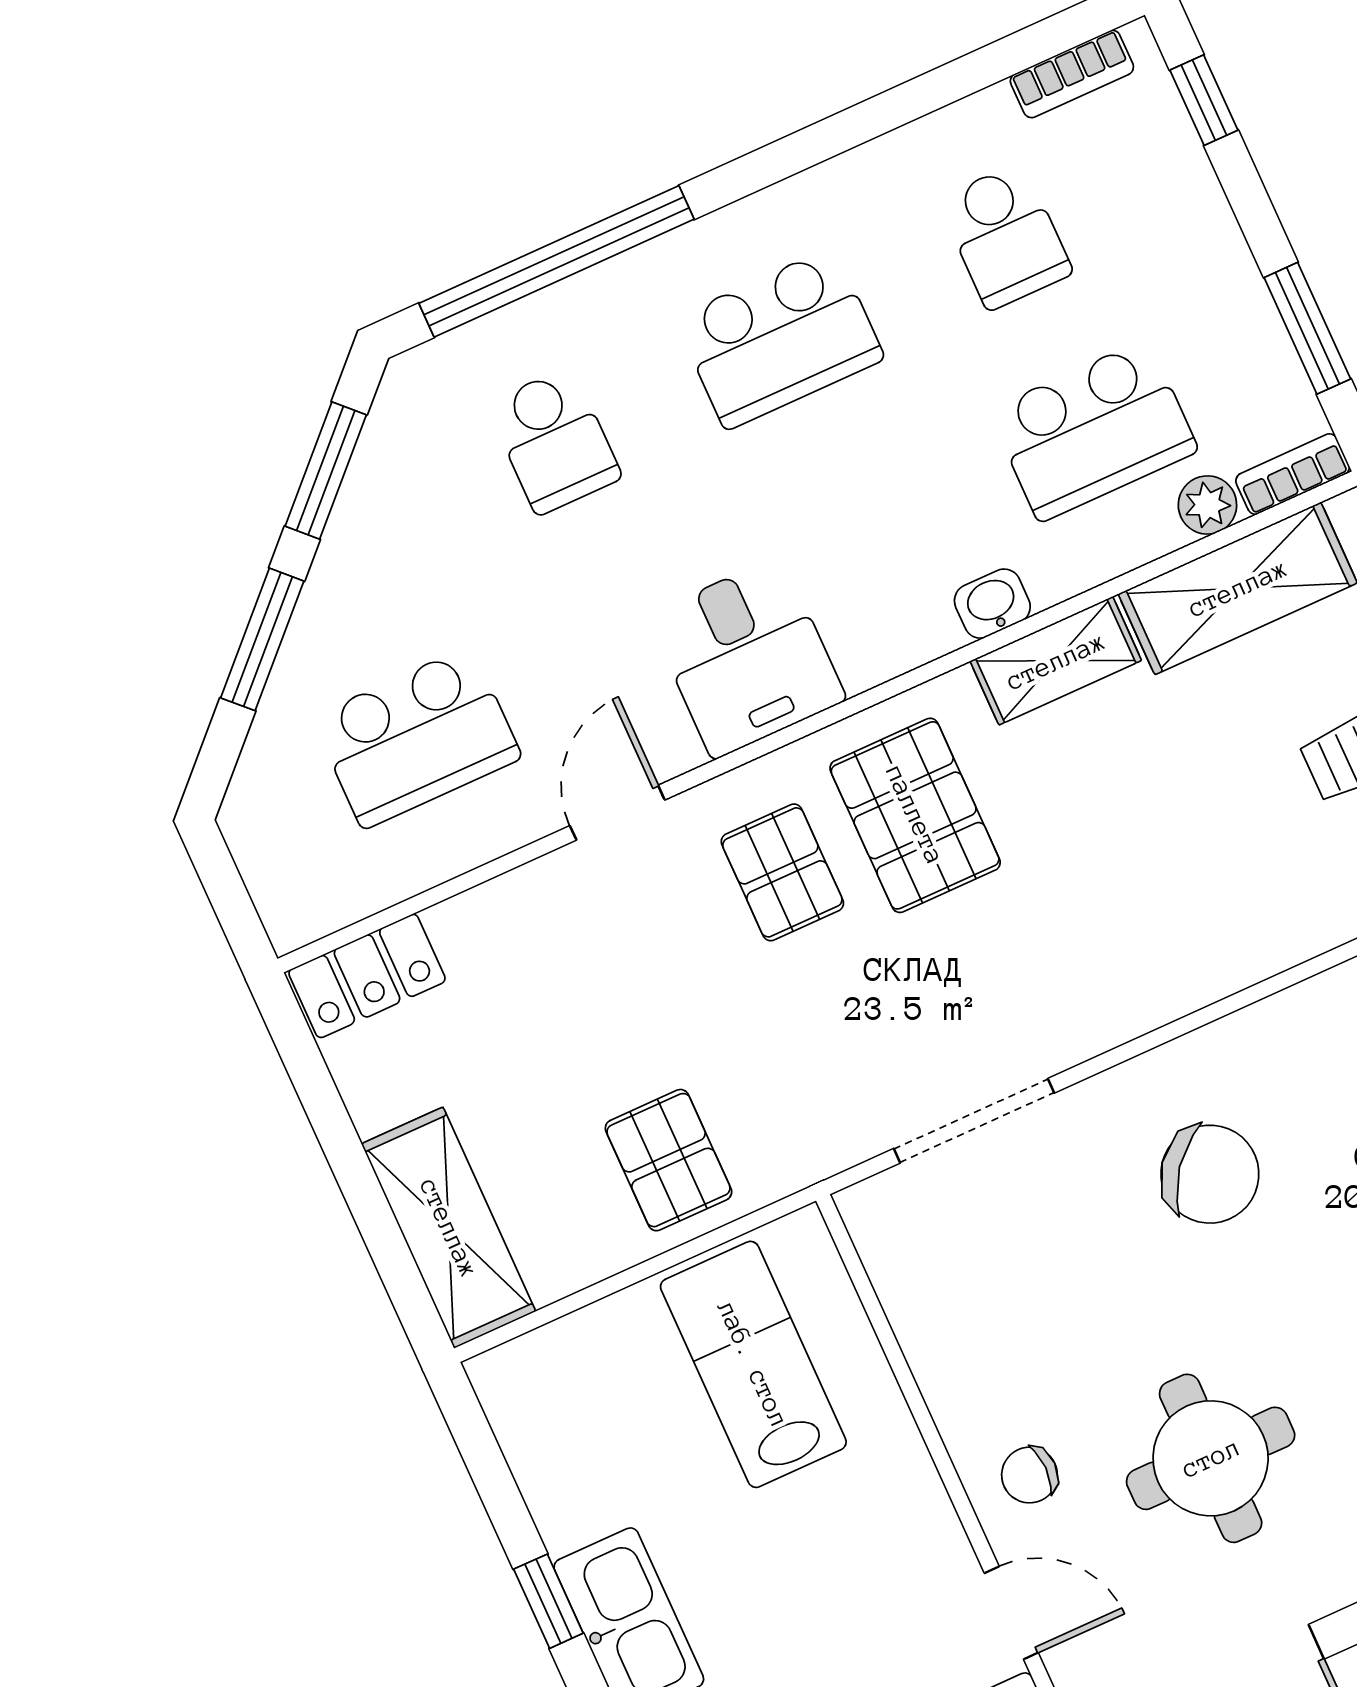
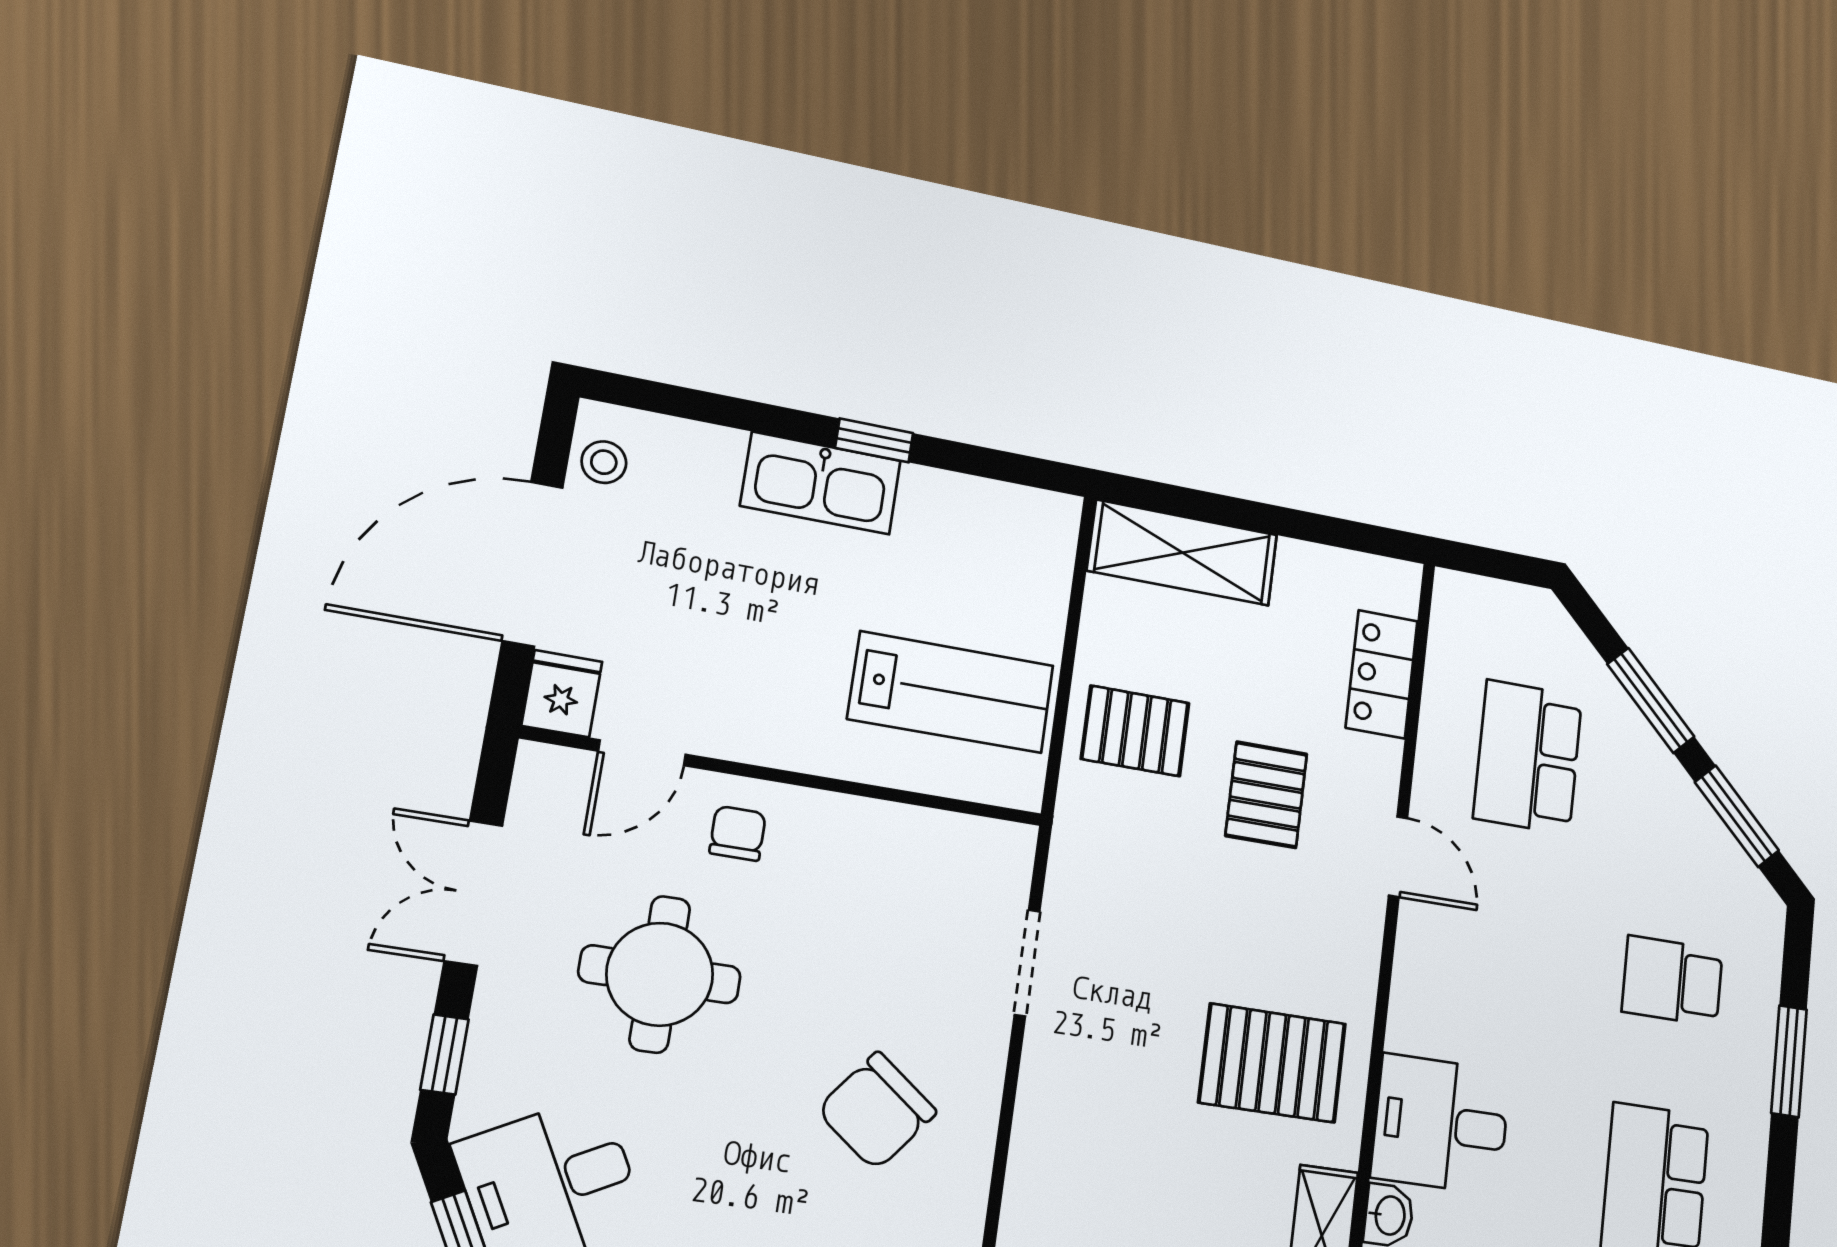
window: (557, 261) -> (1789, 1061), width x0.47
desk: (747, 657) -> (1441, 1124), moved
pallet: (782, 872) -> (1266, 795), moved, turned 90
locker: (367, 976) -> (1382, 674), moved
doorway: (974, 1121) -> (1027, 963), width x0.73

